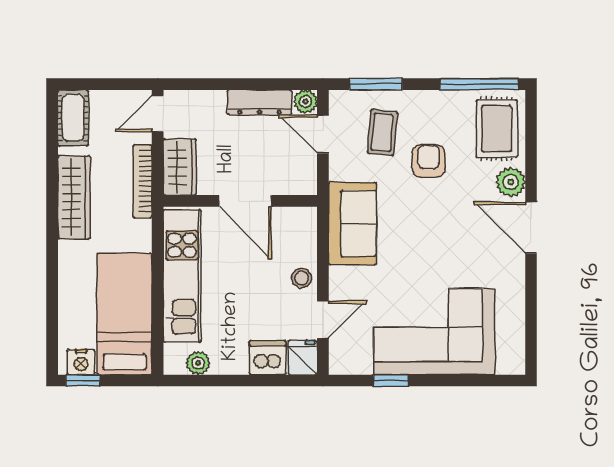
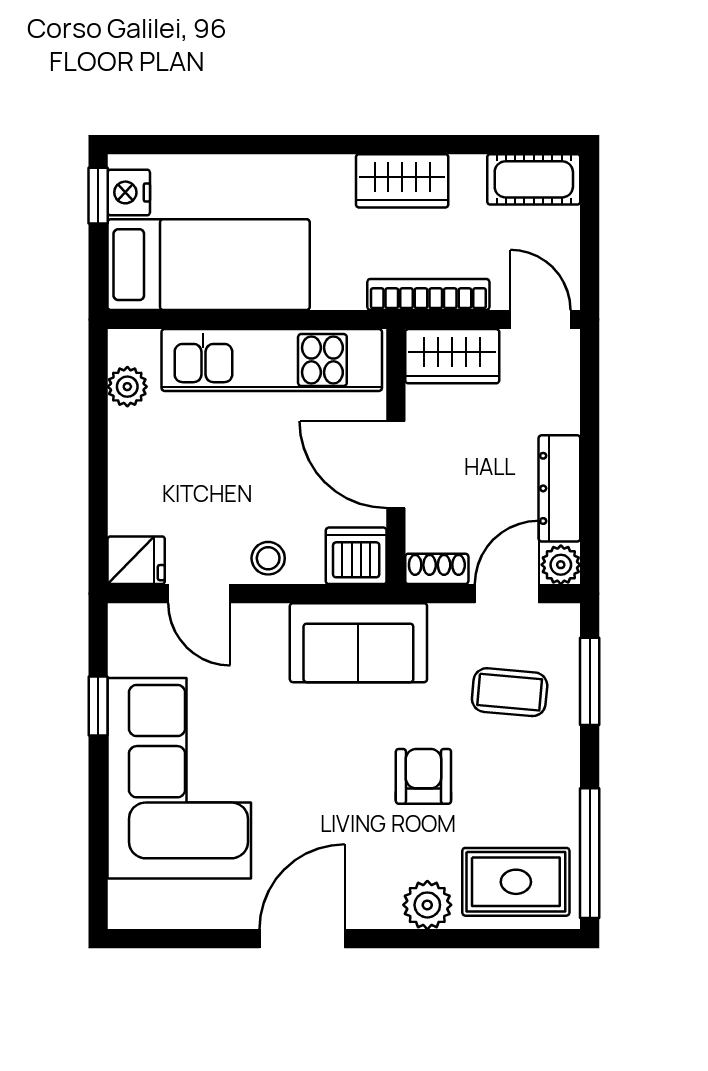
armchair: (429, 161) -> (423, 776), moved, turned -90
shoe rack: (308, 176) -> (437, 569), added
wardrobe: (74, 197) -> (402, 181), width x0.67
door: (245, 201) -> (396, 465), hinge flipped
door: (531, 228) -> (302, 939), moved
dishwasher: (268, 358) -> (356, 556), moved, turned -90

